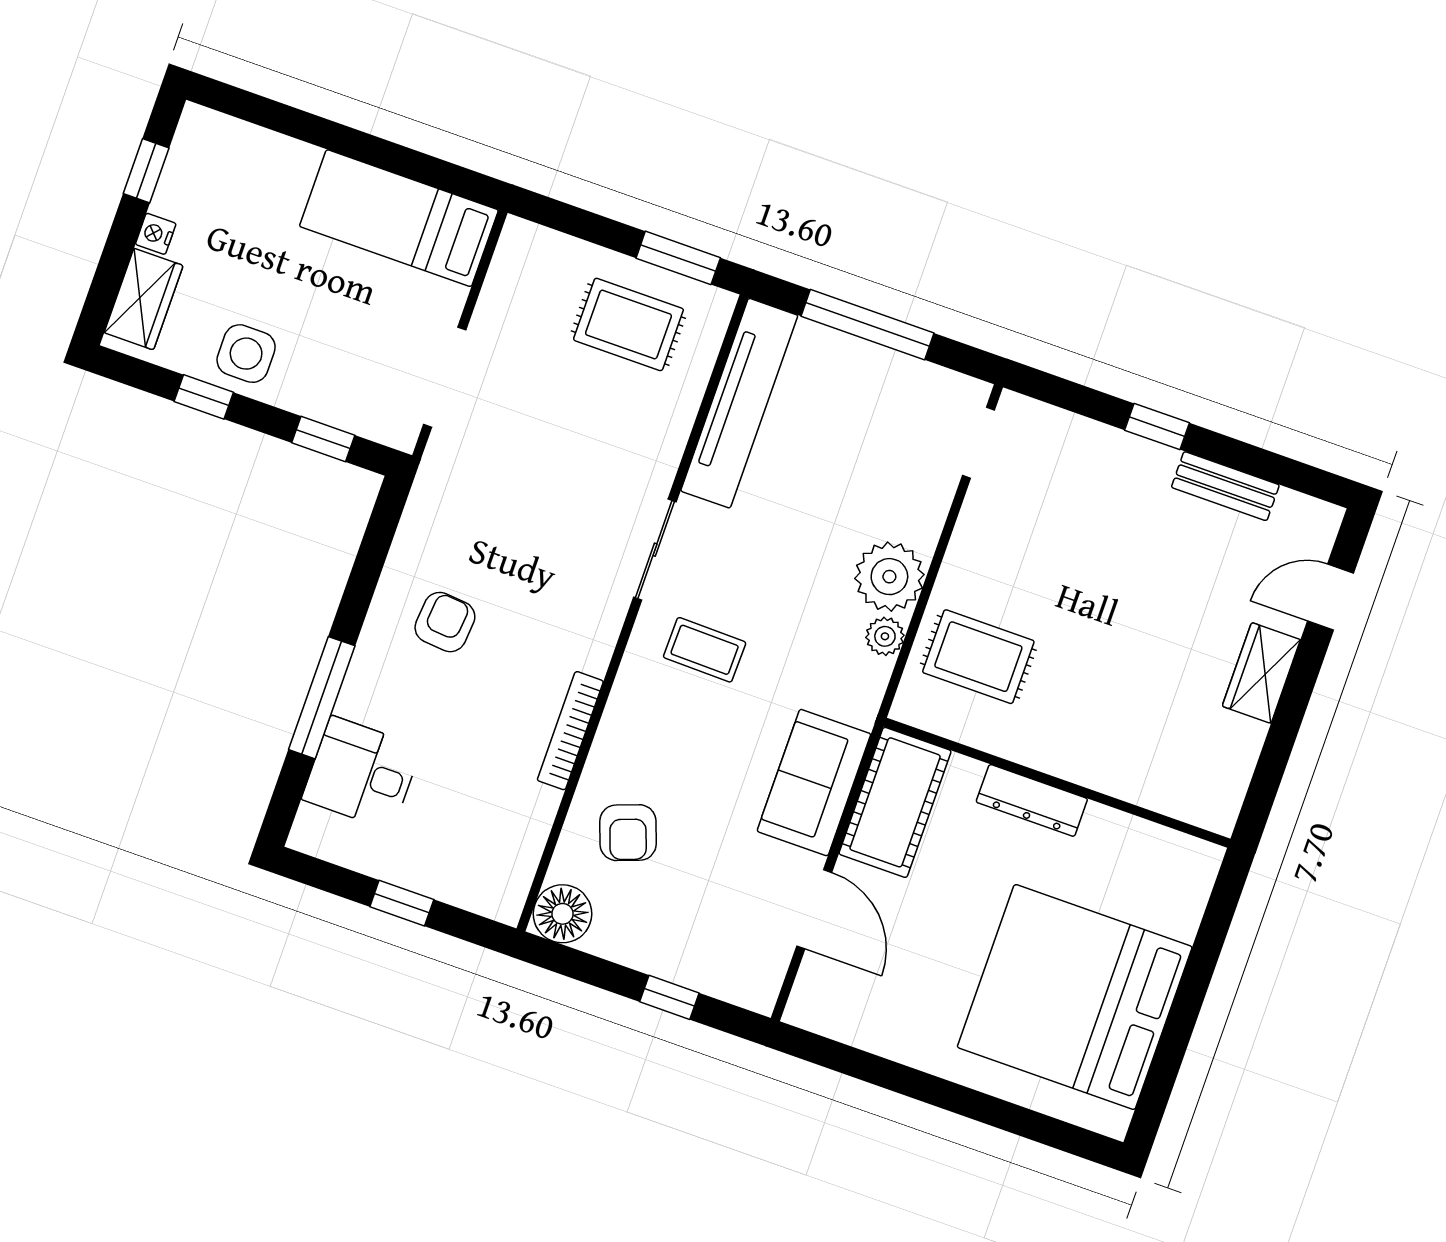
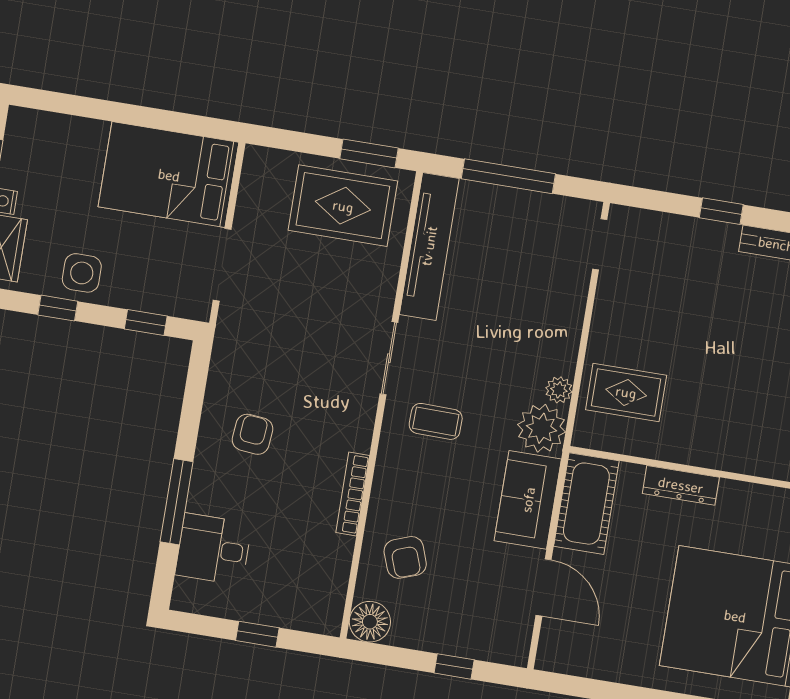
bed: (399, 218) -> (169, 175), width x1.50
rug: (628, 324) -> (343, 206), width x1.36, depth x1.43
plant: (889, 577) -> (541, 428), moved

